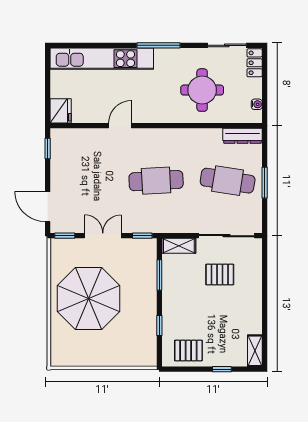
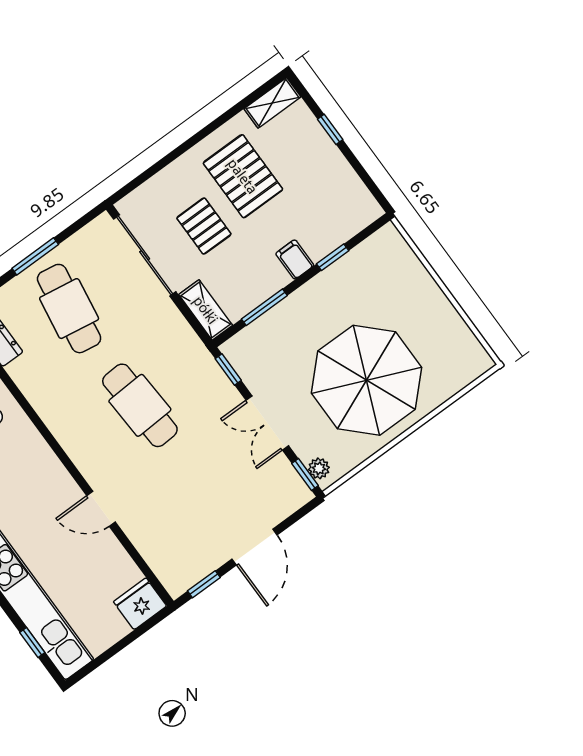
window: (80, 45) -> (32, 643), added
door: (48, 207) -> (255, 547), moved
plant: (63, 245) -> (319, 468), added
filing cabinet: (172, 306) -> (295, 259), added
pallet: (188, 351) -> (243, 176), moved, width x1.50, depth x1.42

